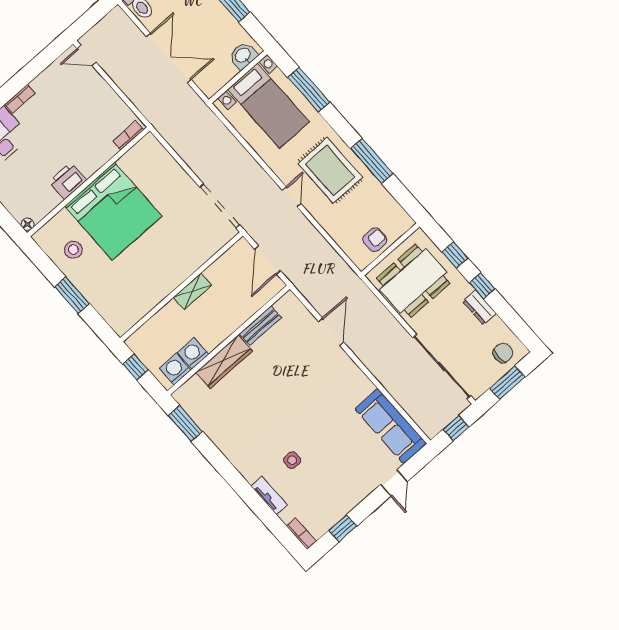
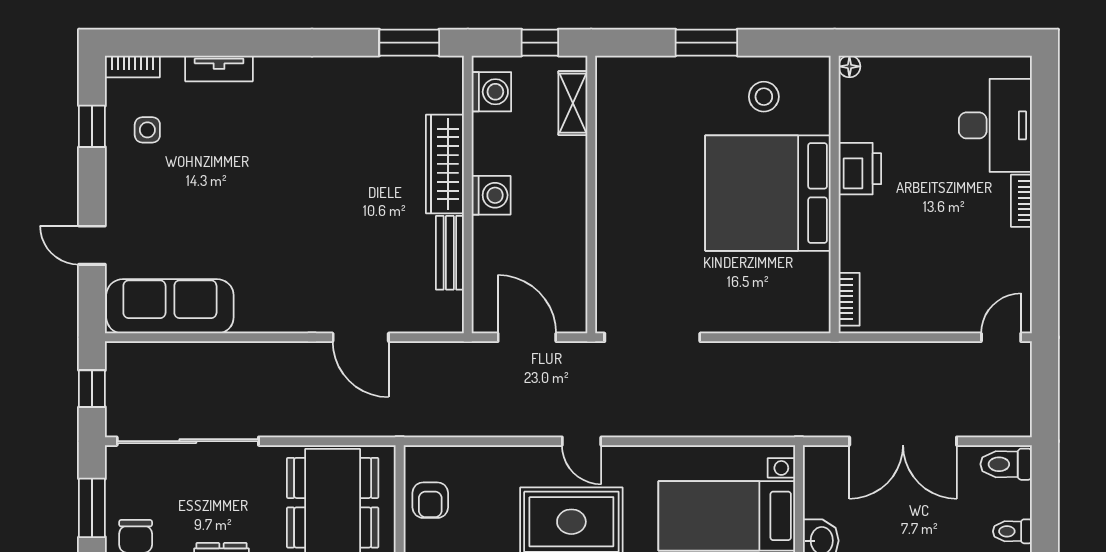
shelving: (193, 291) -> (573, 103), moved
washing machine: (193, 353) -> (491, 195), moved
side table: (292, 460) -> (147, 130), moved

